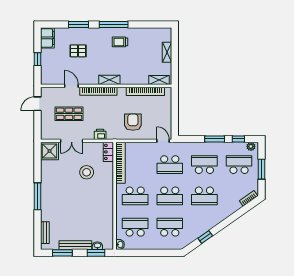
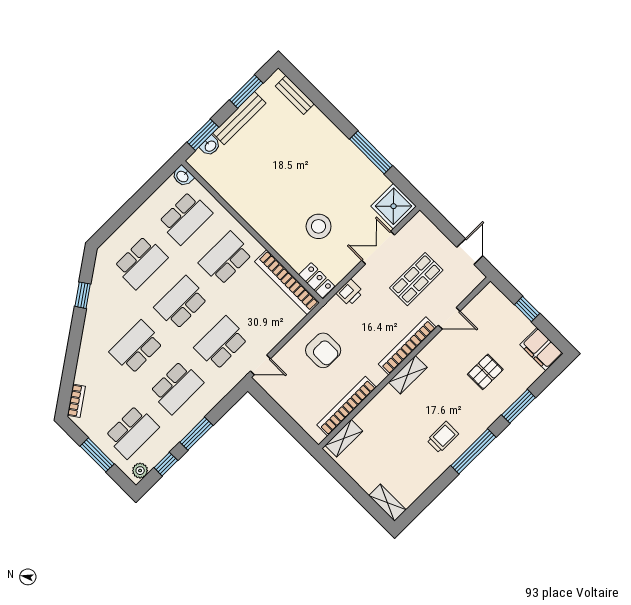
shelving: (167, 52) -> (388, 503), moved
window: (37, 196) -> (371, 152), moved

